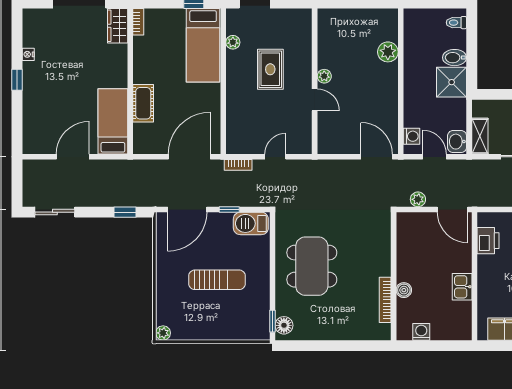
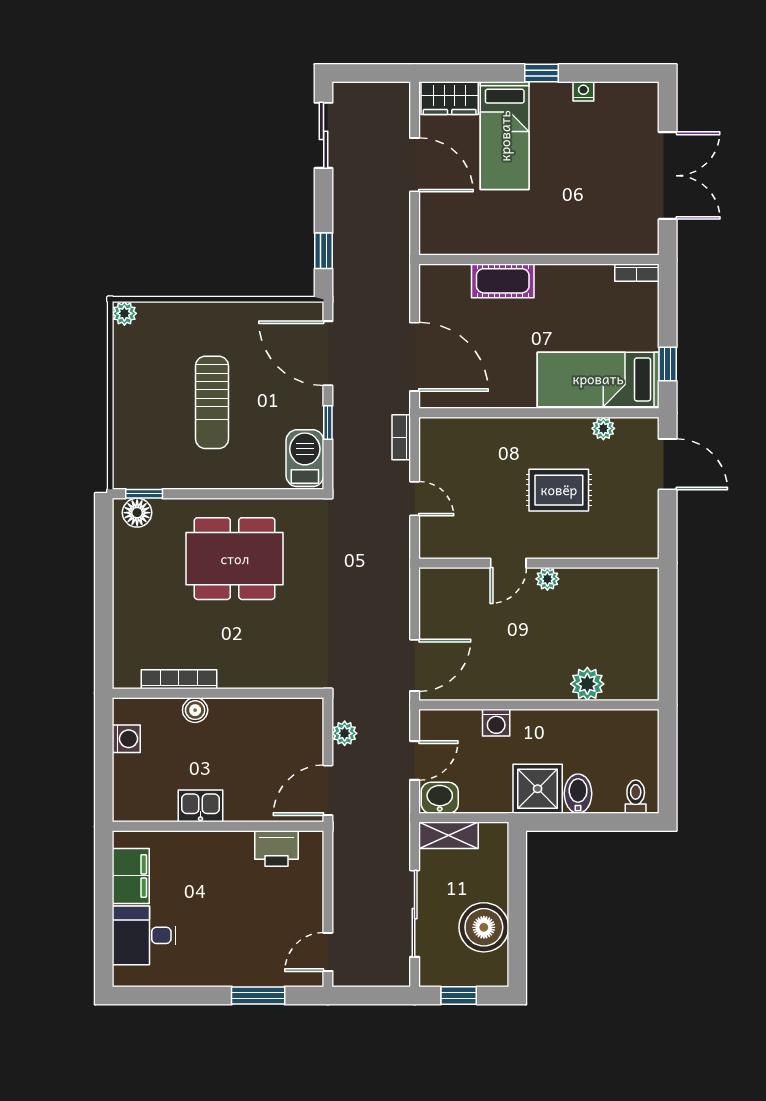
wardrobe: (118, 26) -> (450, 98), moved, turned 180
bed: (113, 121) -> (505, 136), moved, turned 90
washing machine: (411, 136) -> (496, 723), moved

